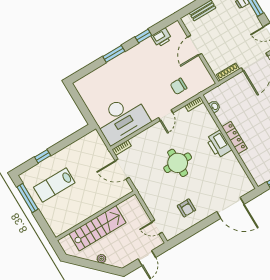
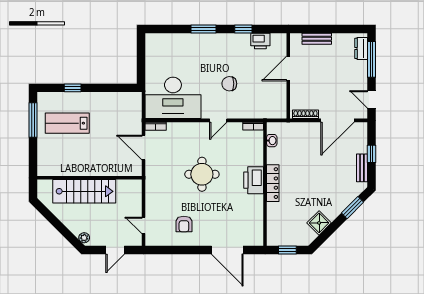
chair: (179, 86) -> (229, 84), moved
plant: (101, 259) -> (84, 238), moved

